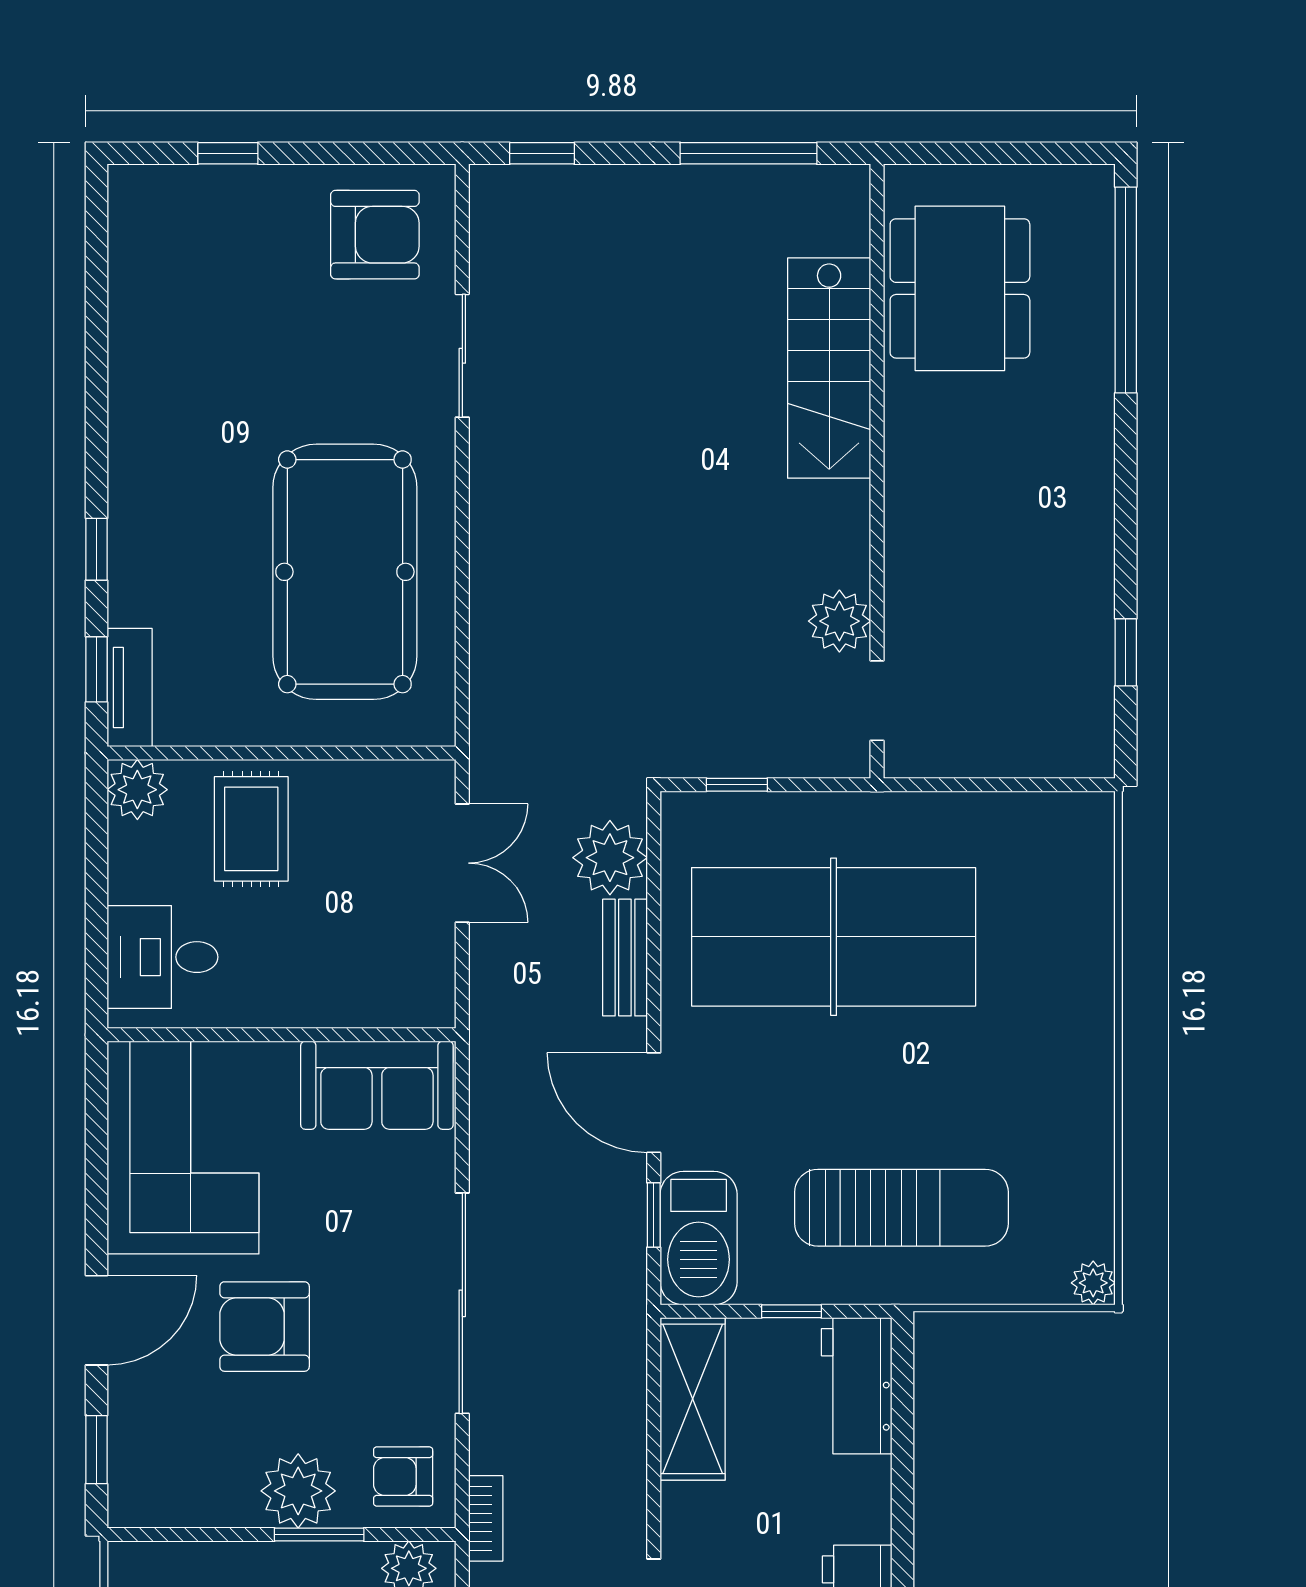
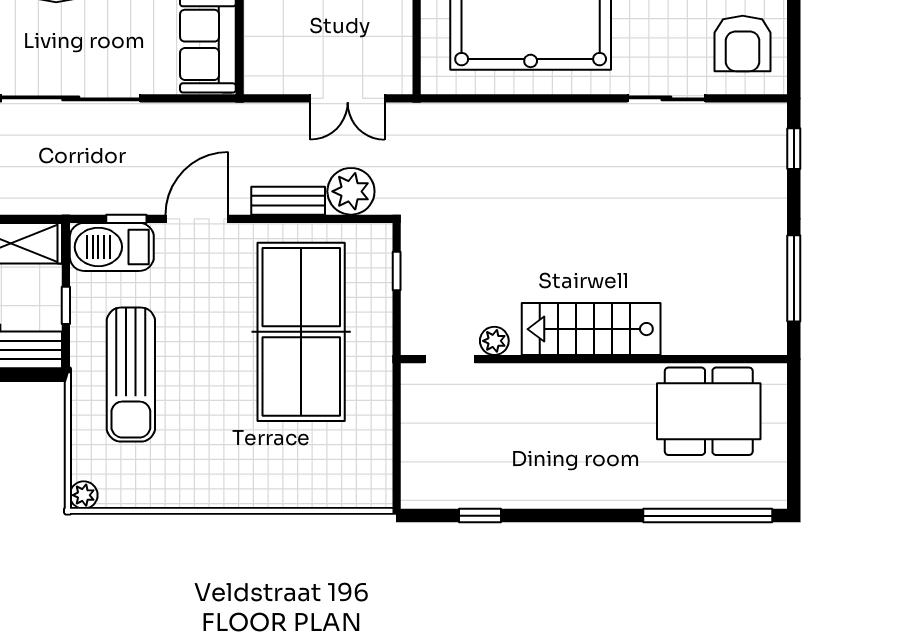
stairs: (829, 368) -> (591, 329), moved
plant: (839, 621) -> (494, 341), width x0.73, depth x0.73

